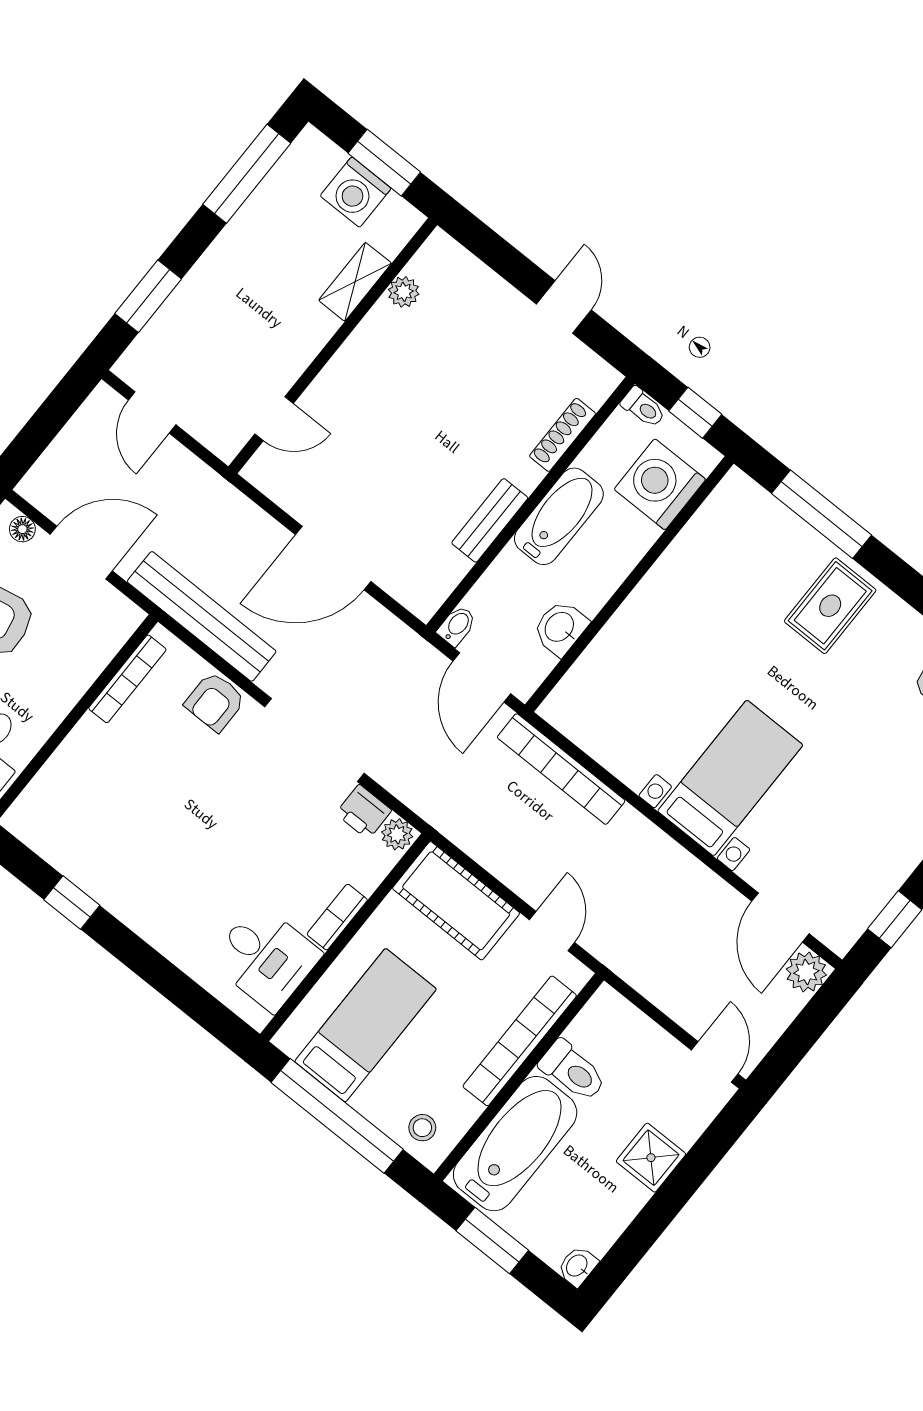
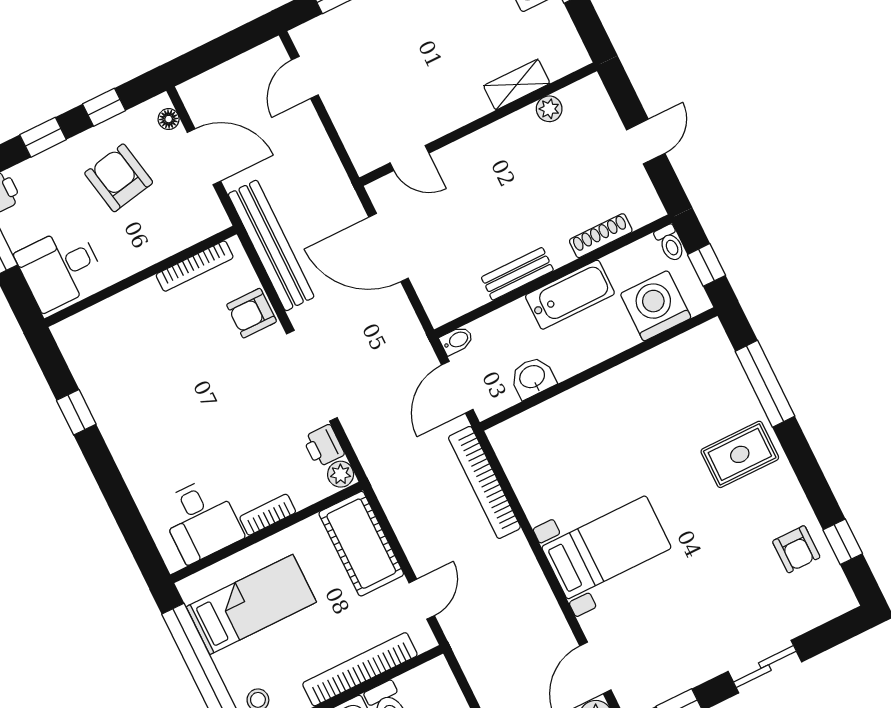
shelving: (355, 282) -> (517, 85), moved
plant: (404, 292) -> (549, 109), moved
wall: (333, 346) -> (478, 124), moved
door: (274, 419) -> (410, 158), moved

